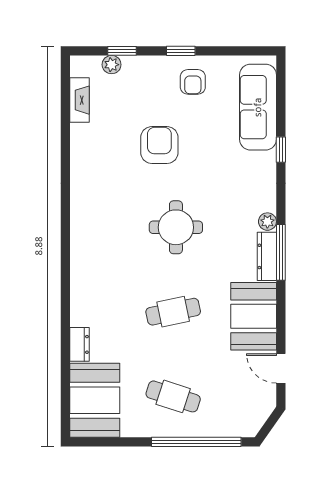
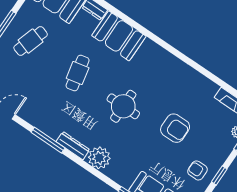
plant: (267, 222) -> (99, 158), width x1.88, depth x1.88
window: (281, 252) -> (48, 140), moved
booth: (254, 316) -> (119, 36), moved

